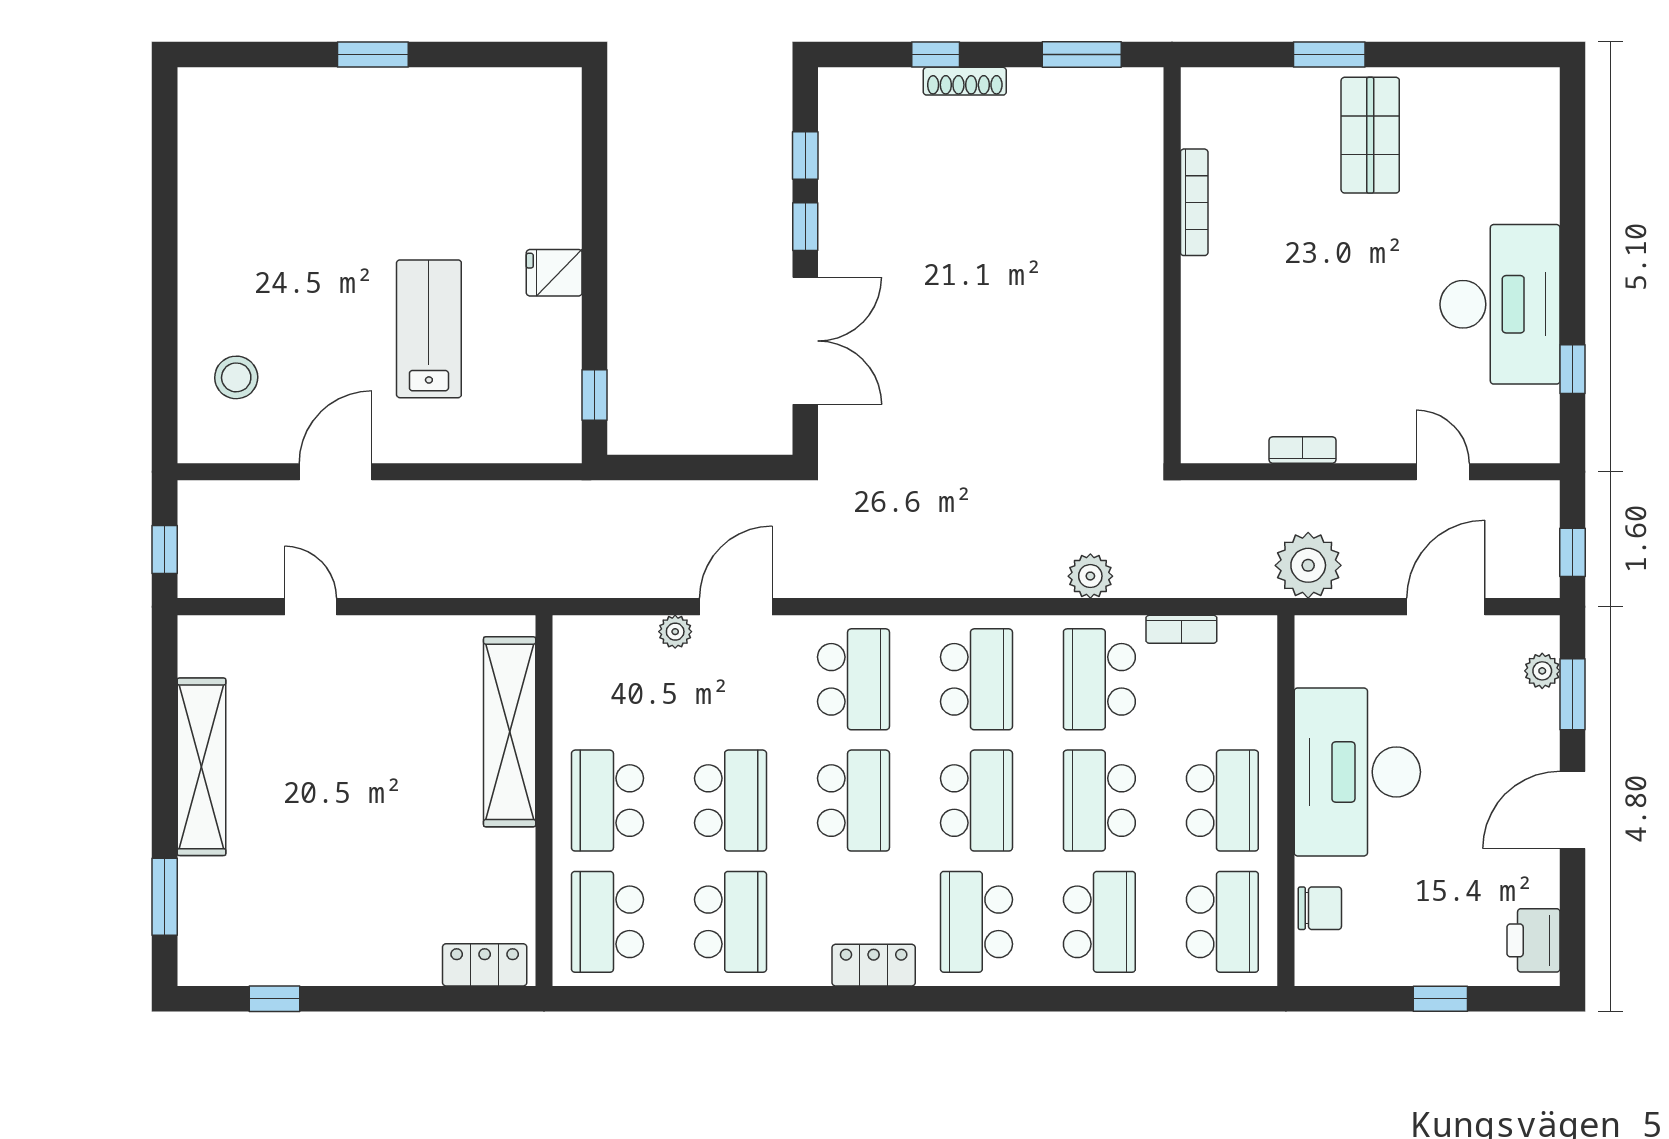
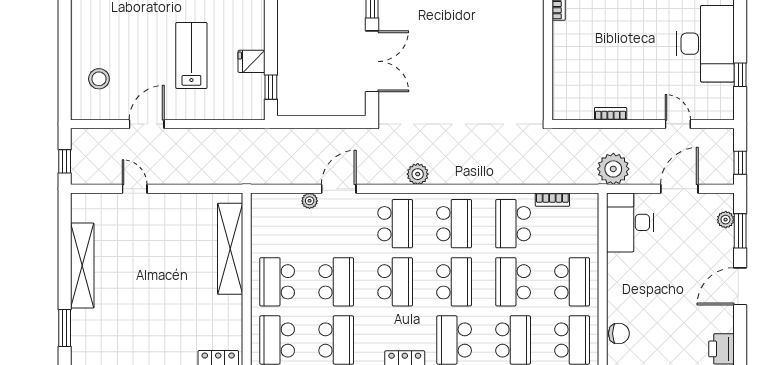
fridge: (554, 273) -> (252, 61), moved
plant: (1090, 576) -> (418, 174), moved
desk: (1357, 772) -> (630, 222), moved, width x0.73, depth x0.77

